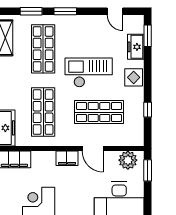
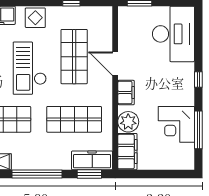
door: (93, 149) -> (115, 64), swing flipped
plant: (128, 160) -> (128, 122), moved

